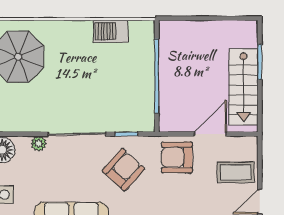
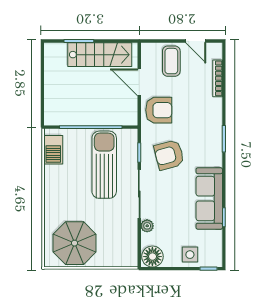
barbecue: (111, 31) -> (53, 150), moved
sun lounger: (112, 92) -> (104, 165), added
armchair: (177, 157) -> (159, 110), turned -90
armchair: (123, 170) -> (169, 155), turned -57

